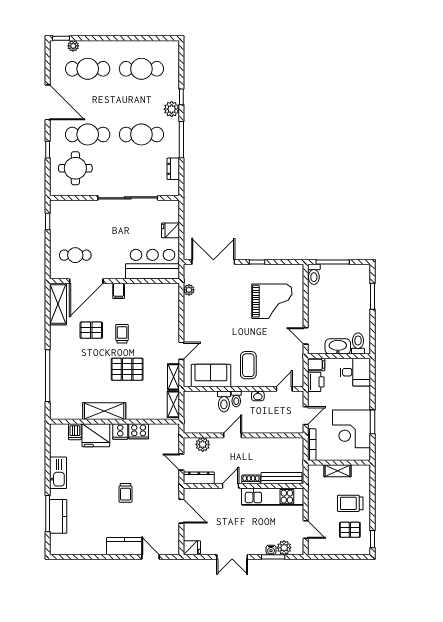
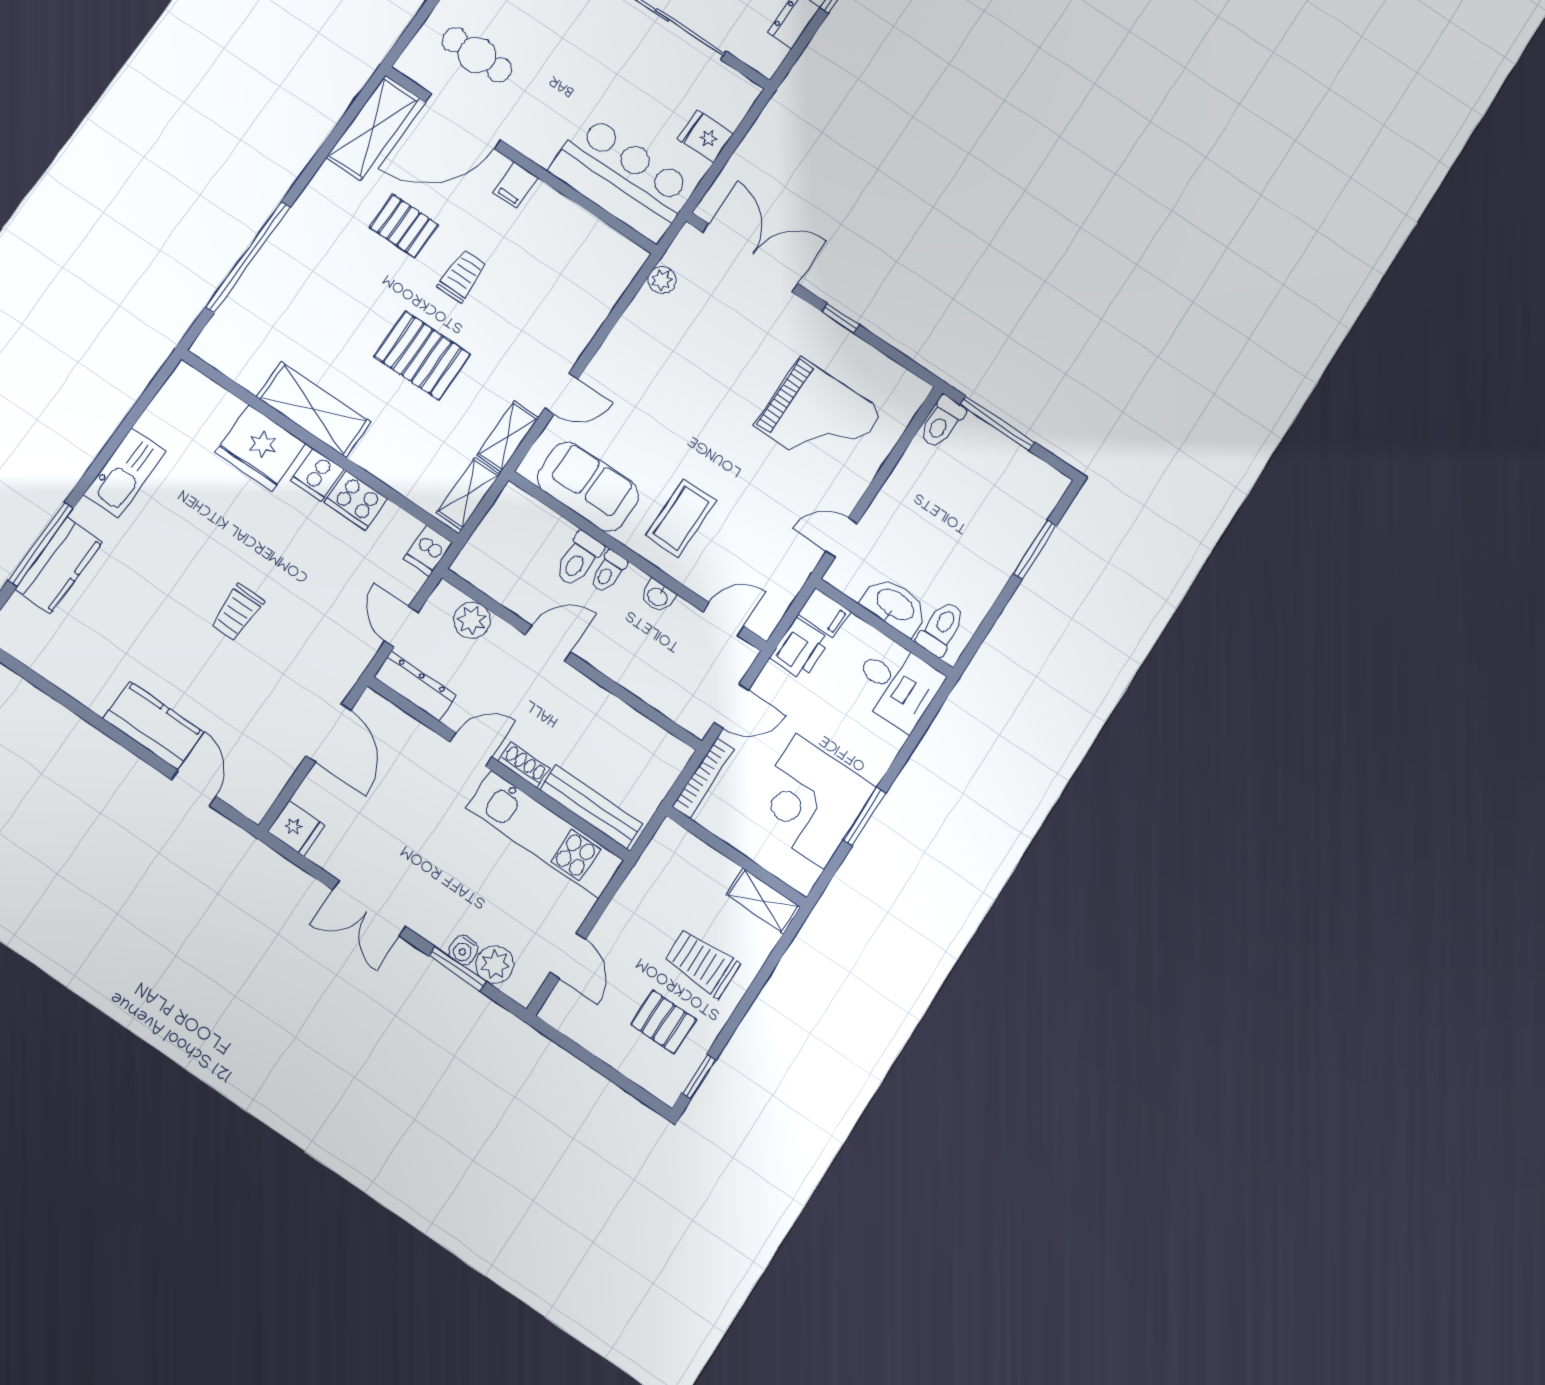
door: (306, 336) -> (842, 538), hinge flipped
dishwasher: (75, 432) -> (428, 551), moved
shelving: (337, 471) -> (763, 901), moved

